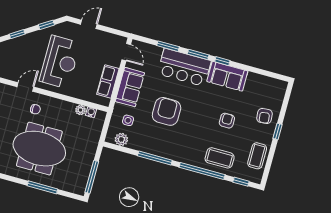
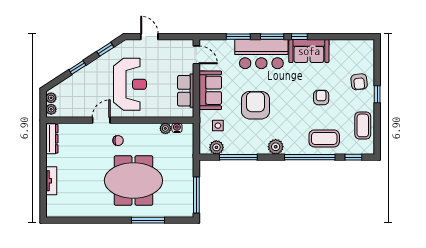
door: (89, 24) -> (149, 37), hinge flipped
plant: (174, 153) -> (276, 147), added
window: (155, 158) -> (238, 157), moved

